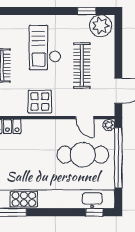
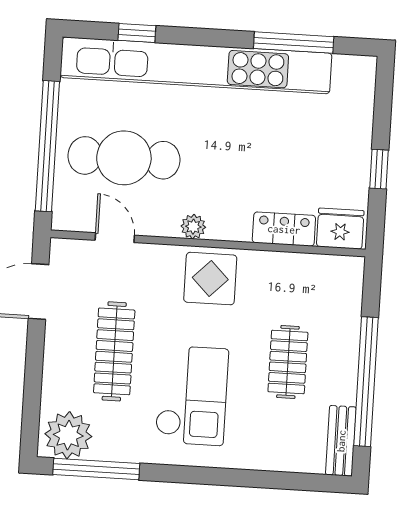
window: (87, 11) -> (96, 469), width x2.17
plant: (109, 125) -> (193, 227), moved
window: (94, 212) -> (137, 33), moved

